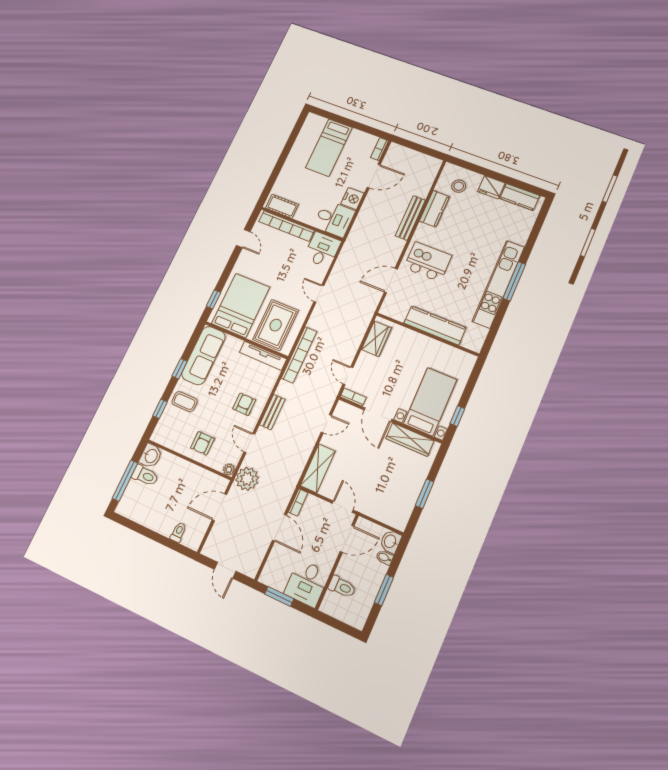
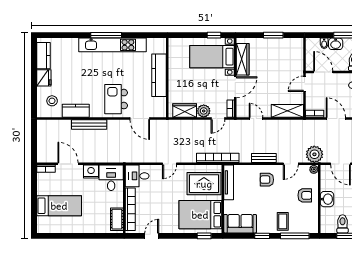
sofa: (203, 355) -> (240, 224), width x0.73
plant: (365, 362) -> (204, 111), added
window: (160, 409) -> (295, 236), width x2.17
washbasin: (151, 456) -> (327, 199), moved, turned 90
door: (279, 528) -> (336, 118), hinge flipped
washbasin: (391, 541) -> (336, 44), moved

